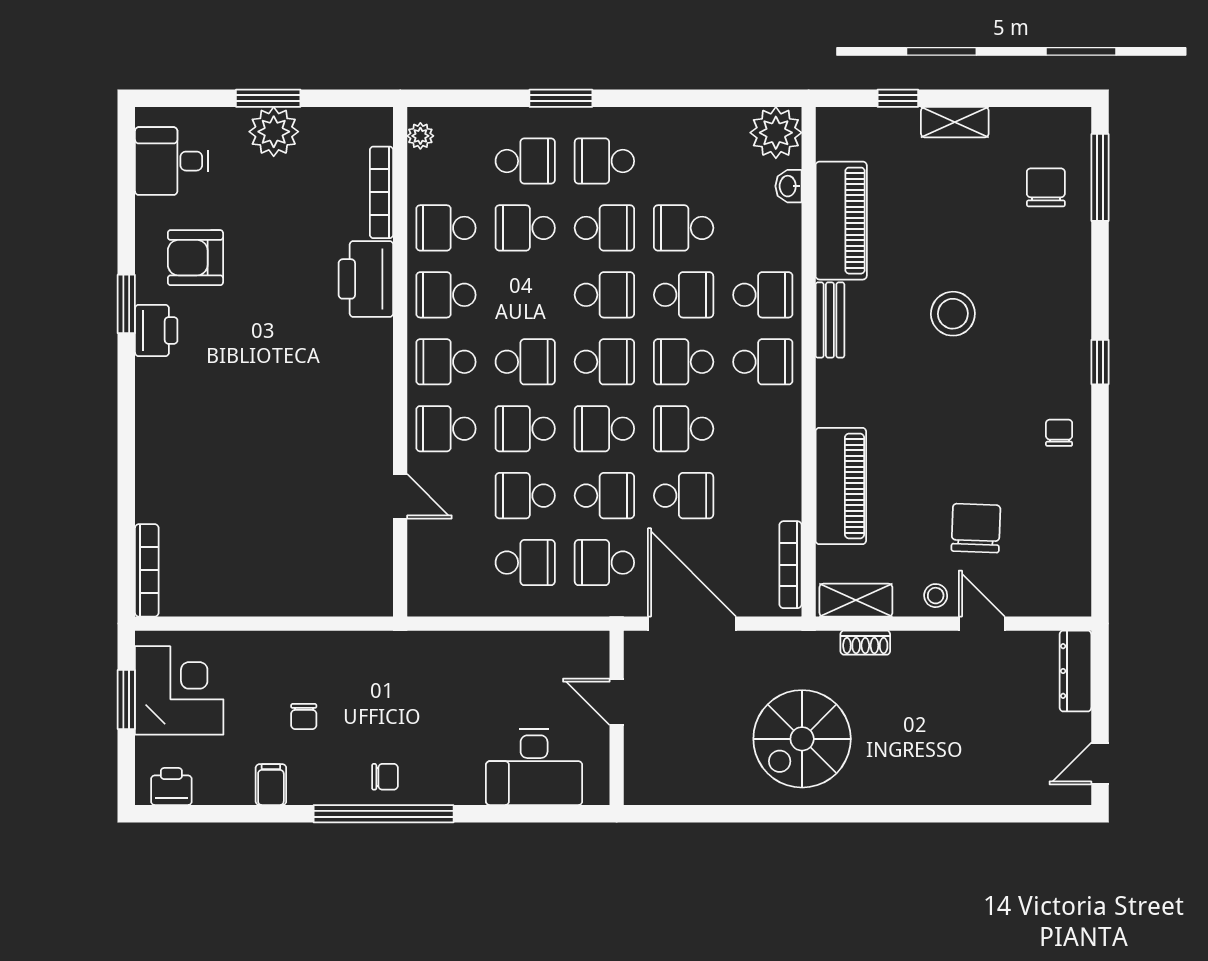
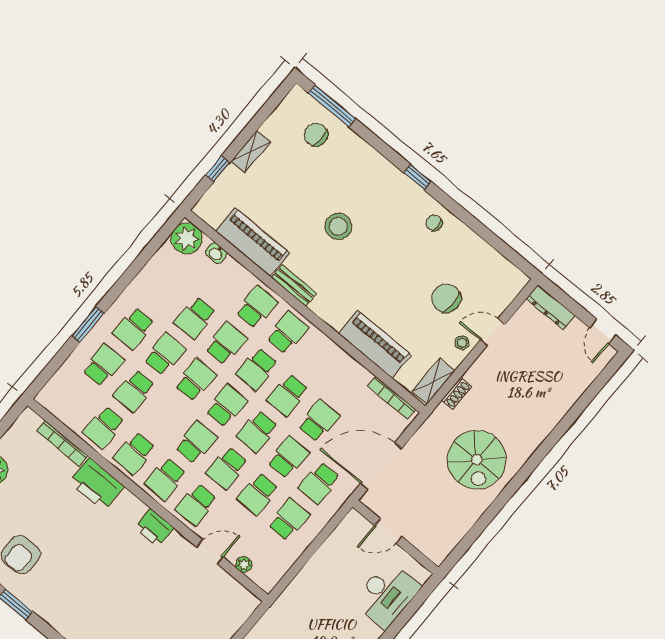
plant: (420, 136) -> (244, 564), moved
printer: (156, 330) -> (154, 528), moved, turned 180

